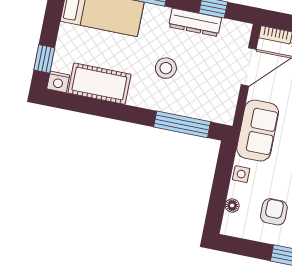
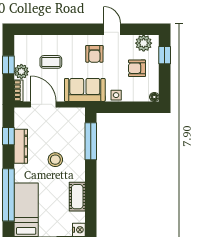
cot: (99, 84) -> (77, 197), width x0.73, depth x0.75
floor lamp: (232, 205) -> (154, 97), moved

